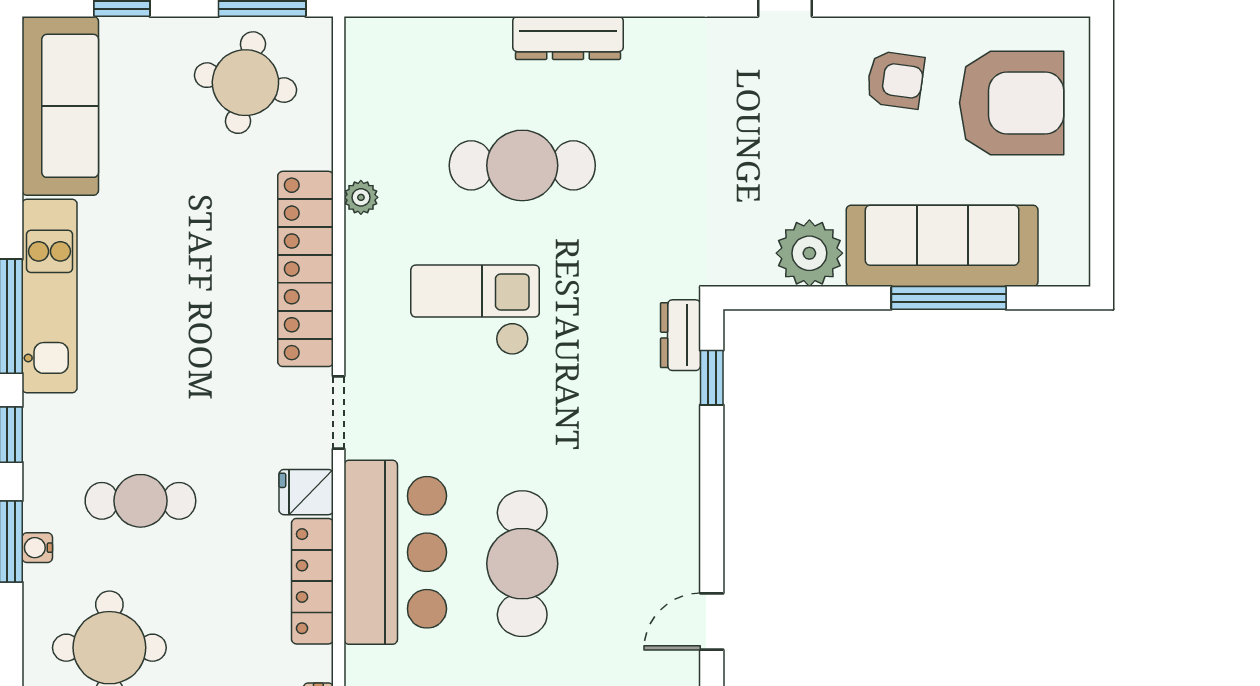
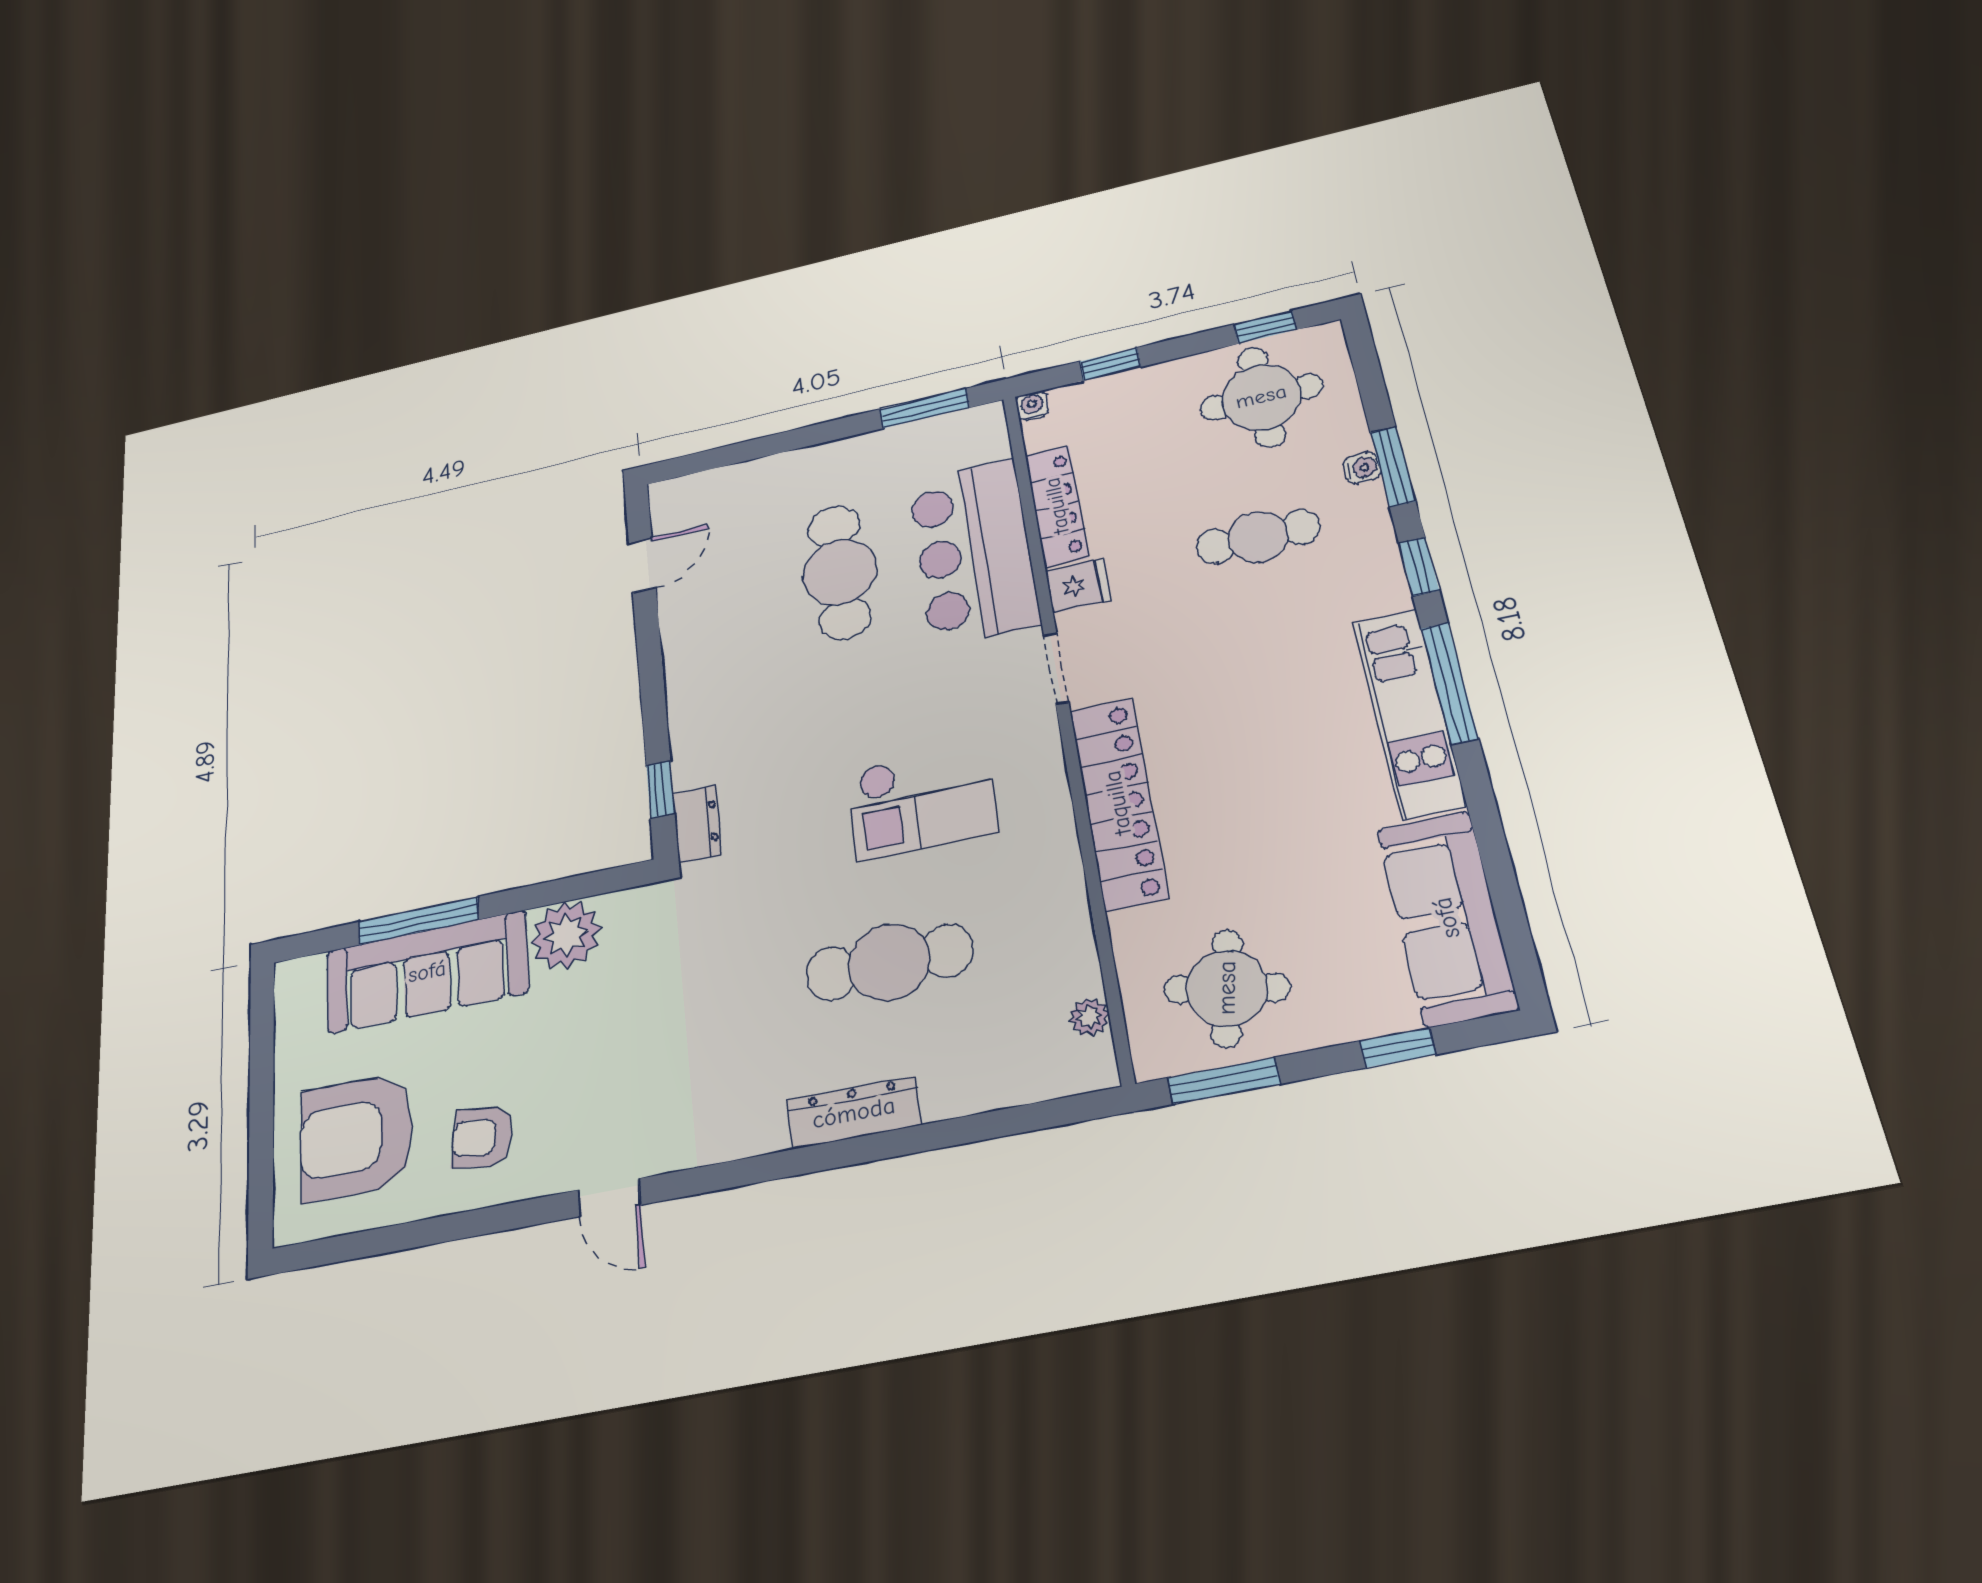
plant: (361, 197) -> (1089, 1017), moved

